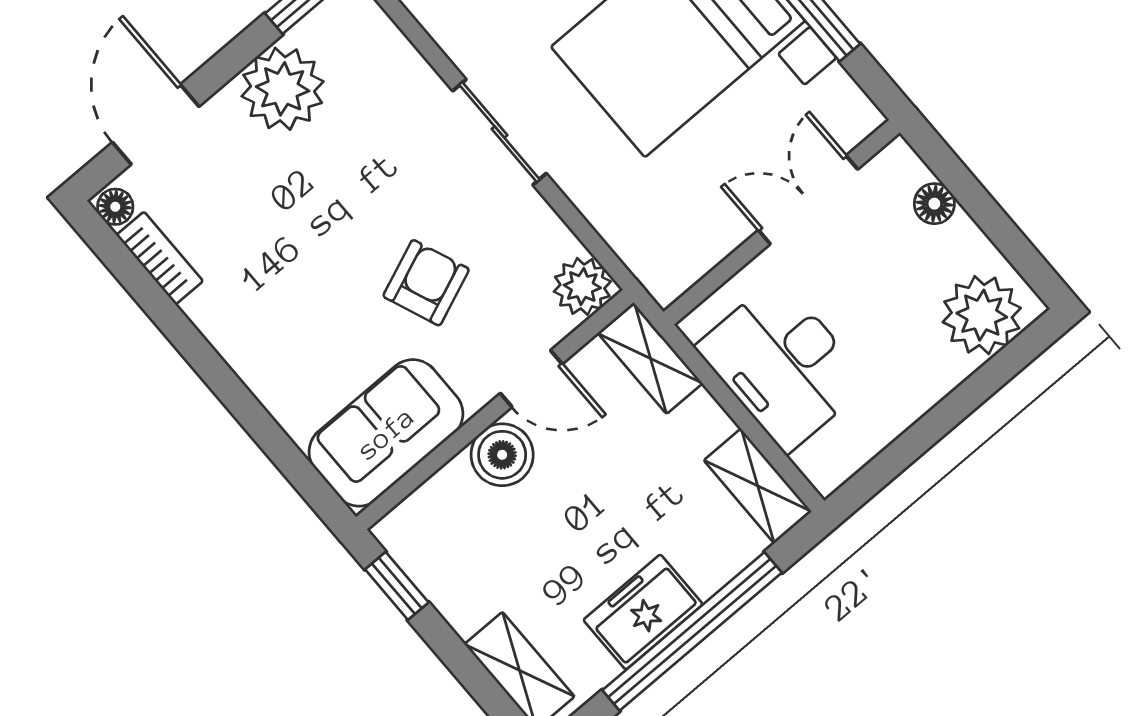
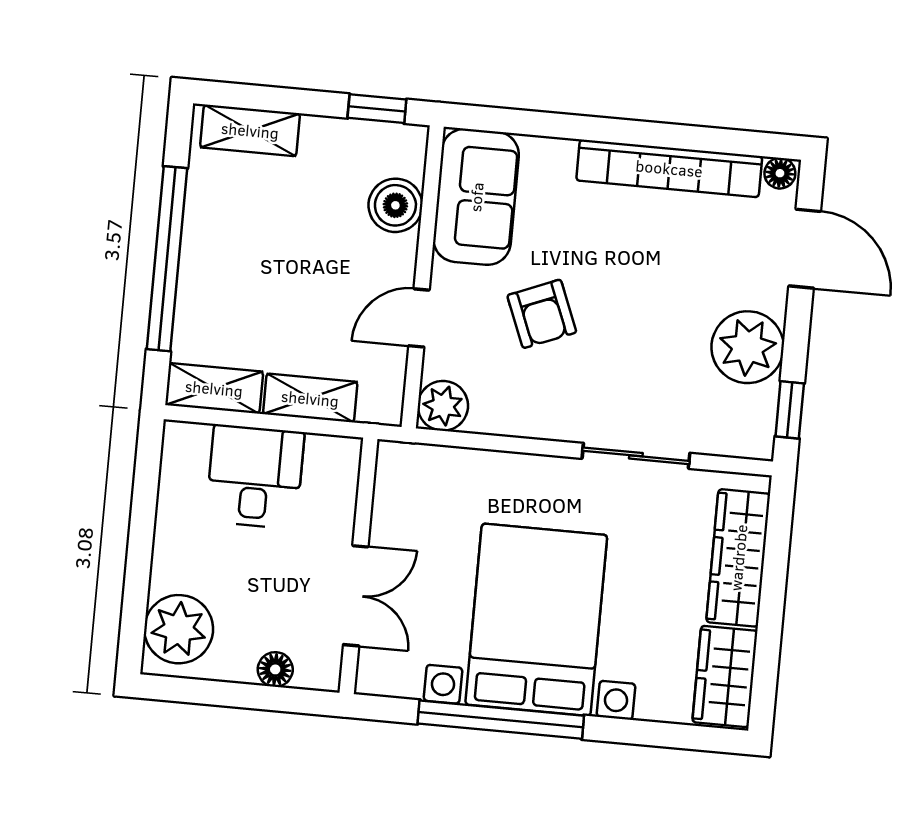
sliding door: (500, 132) -> (636, 456), moved
bookcase: (160, 258) -> (669, 168), width x2.31, depth x1.31
shelving: (650, 359) -> (310, 398), moved
desk: (783, 365) -> (255, 477), width x0.73
boiler: (502, 455) -> (395, 205), moved
freezer: (643, 612) -> (209, 241), removed

